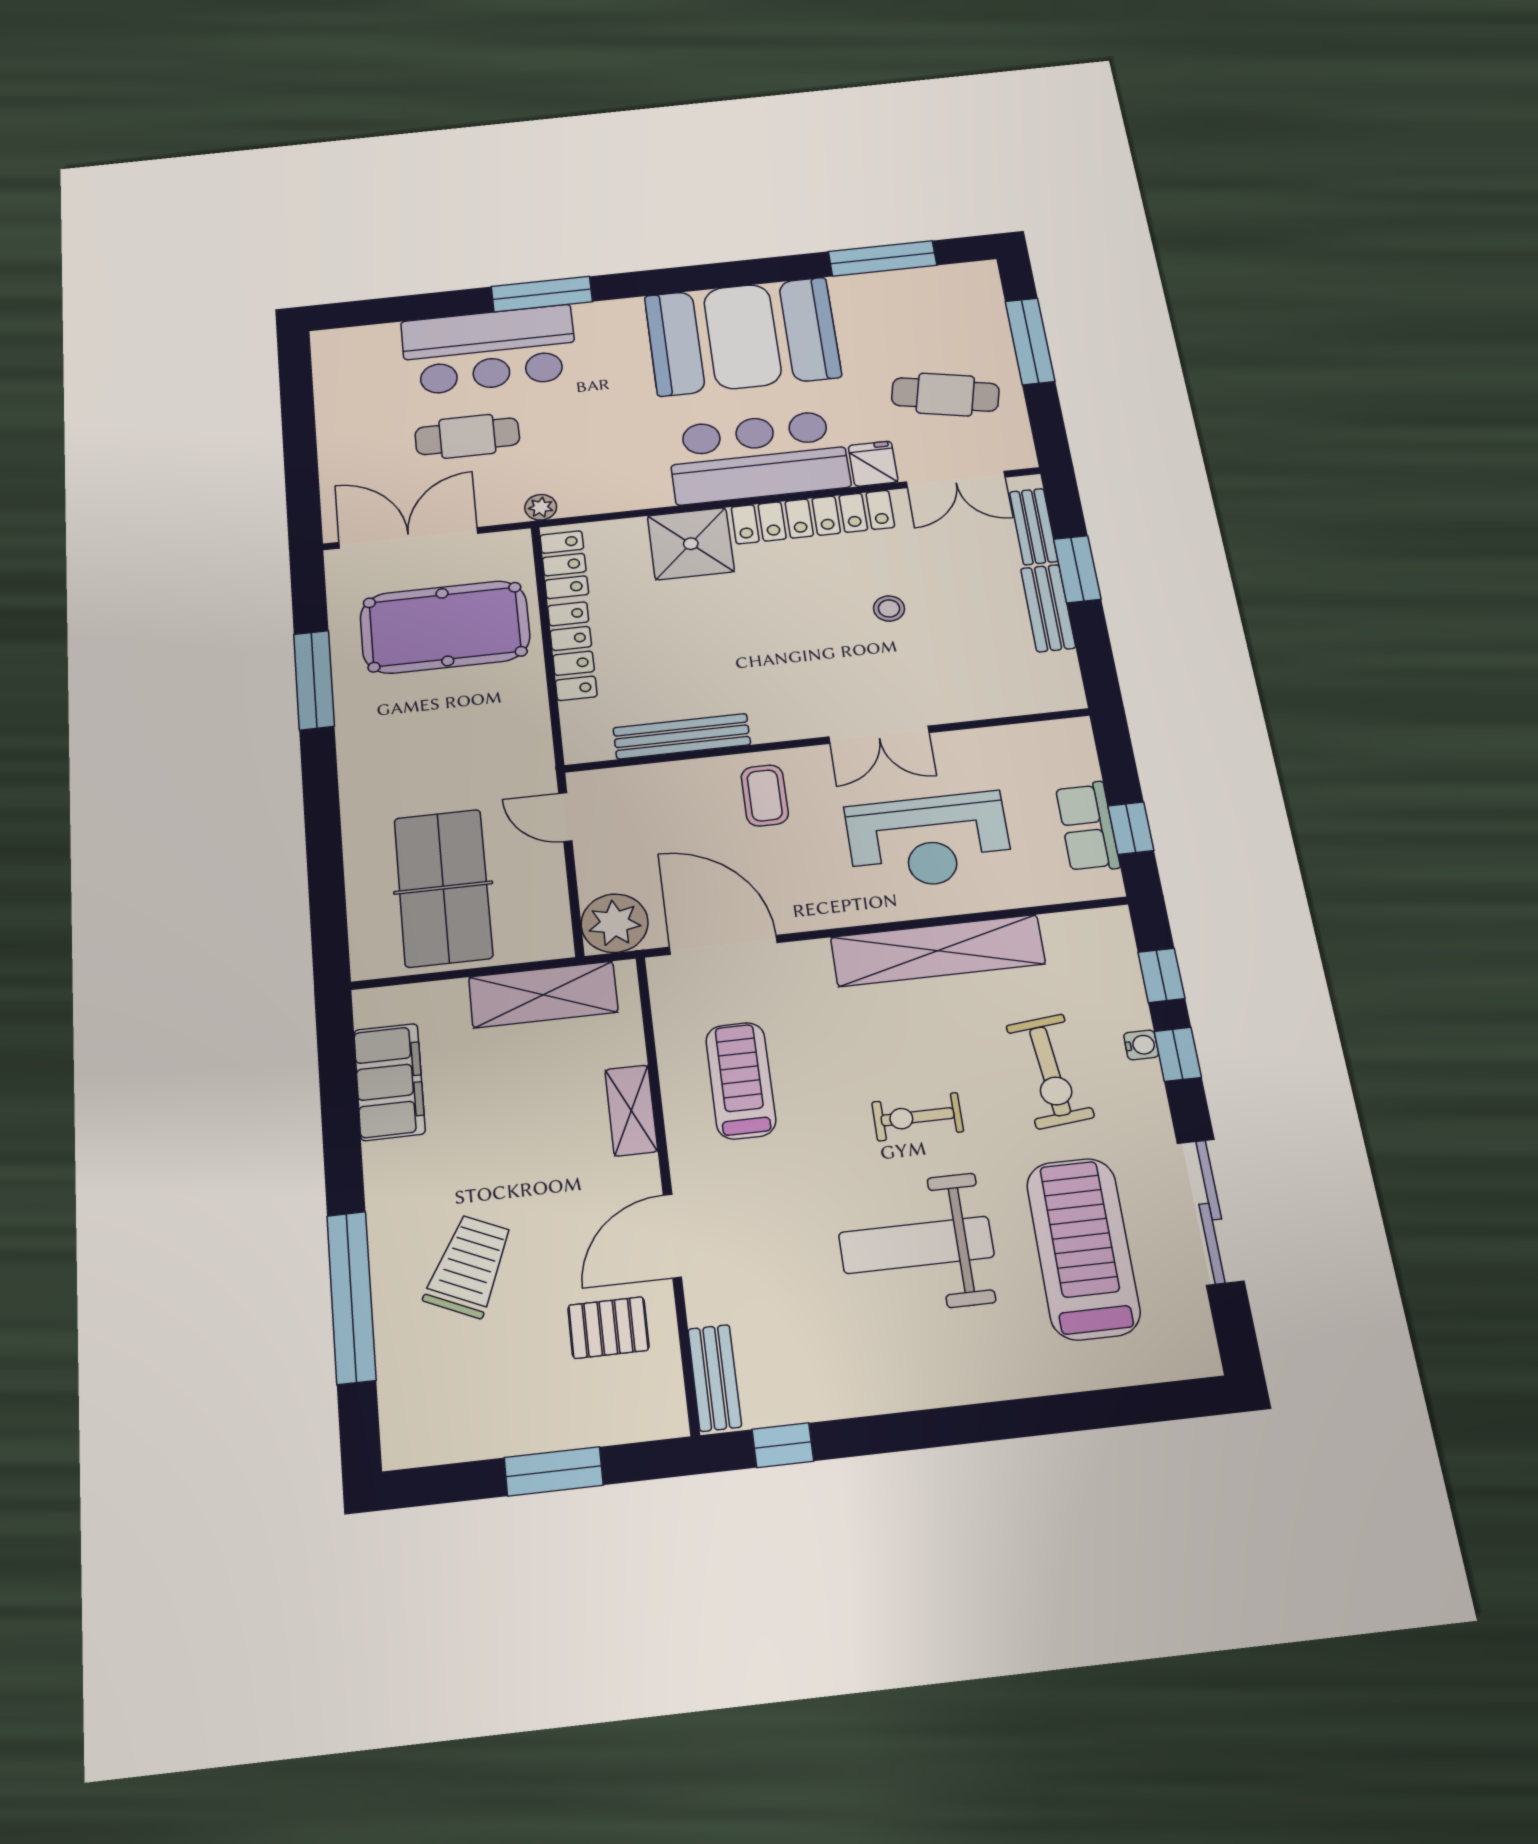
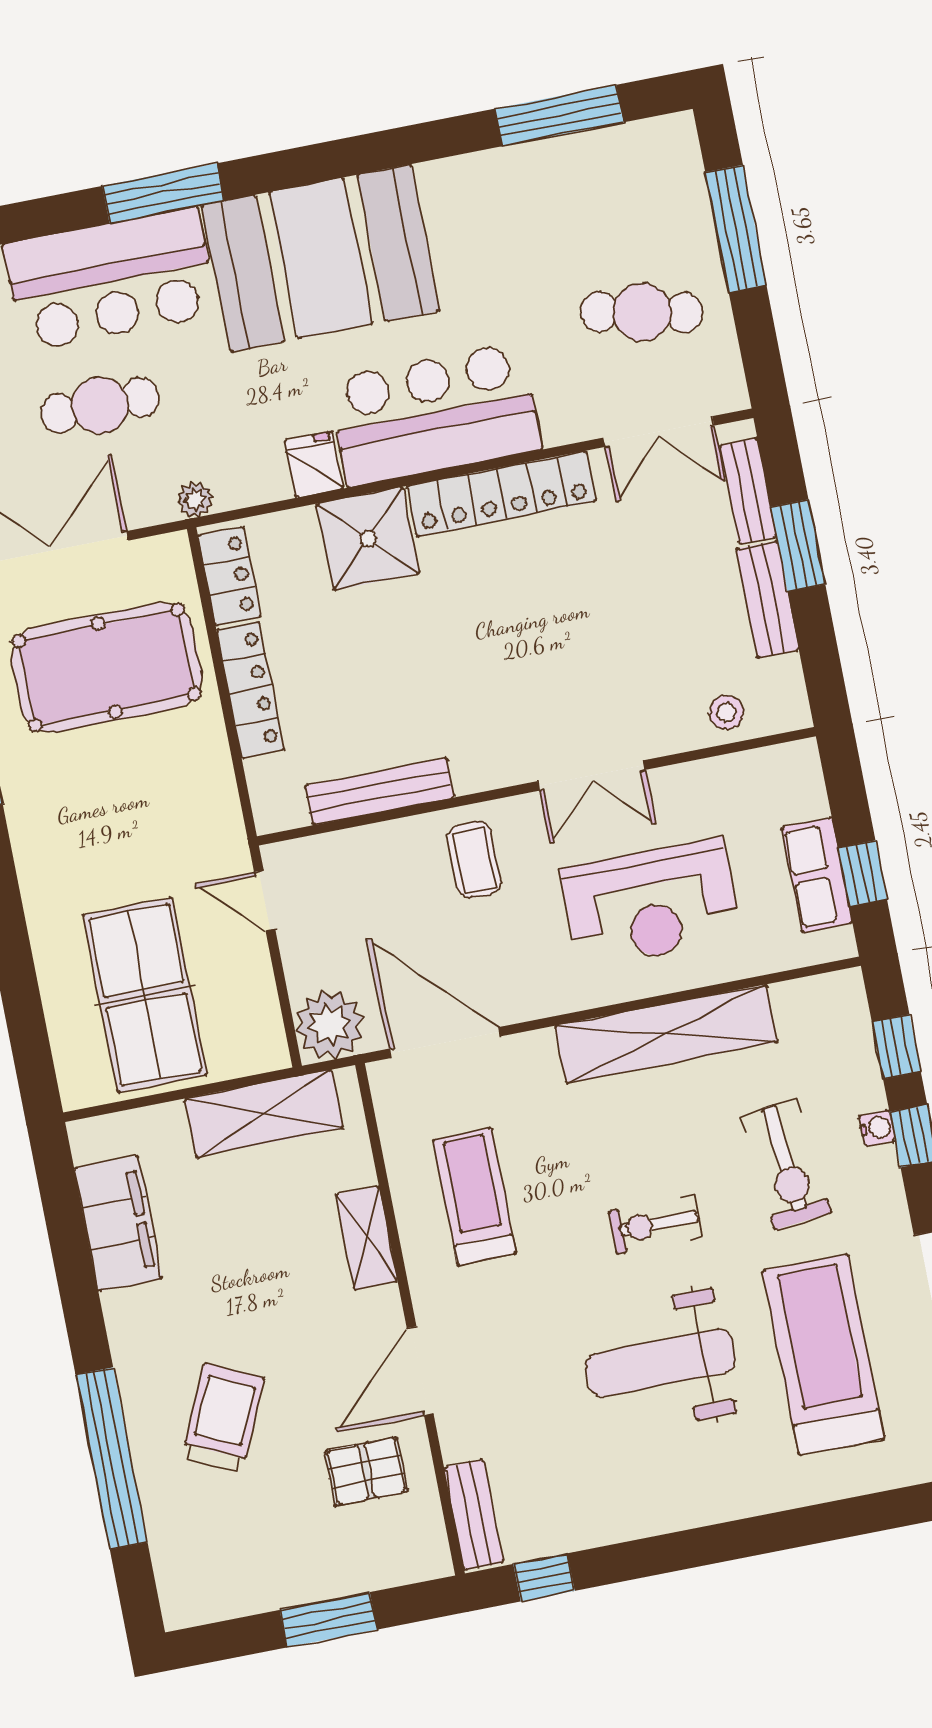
booth: (742, 336) -> (321, 258), moved
fridge: (873, 464) -> (314, 465), moved
stool: (889, 608) -> (727, 712), moved

